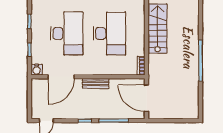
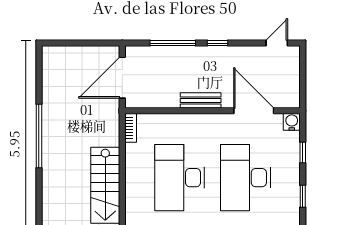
door: (61, 77) -> (254, 111), hinge flipped
door: (147, 98) -> (122, 78), swing flipped

